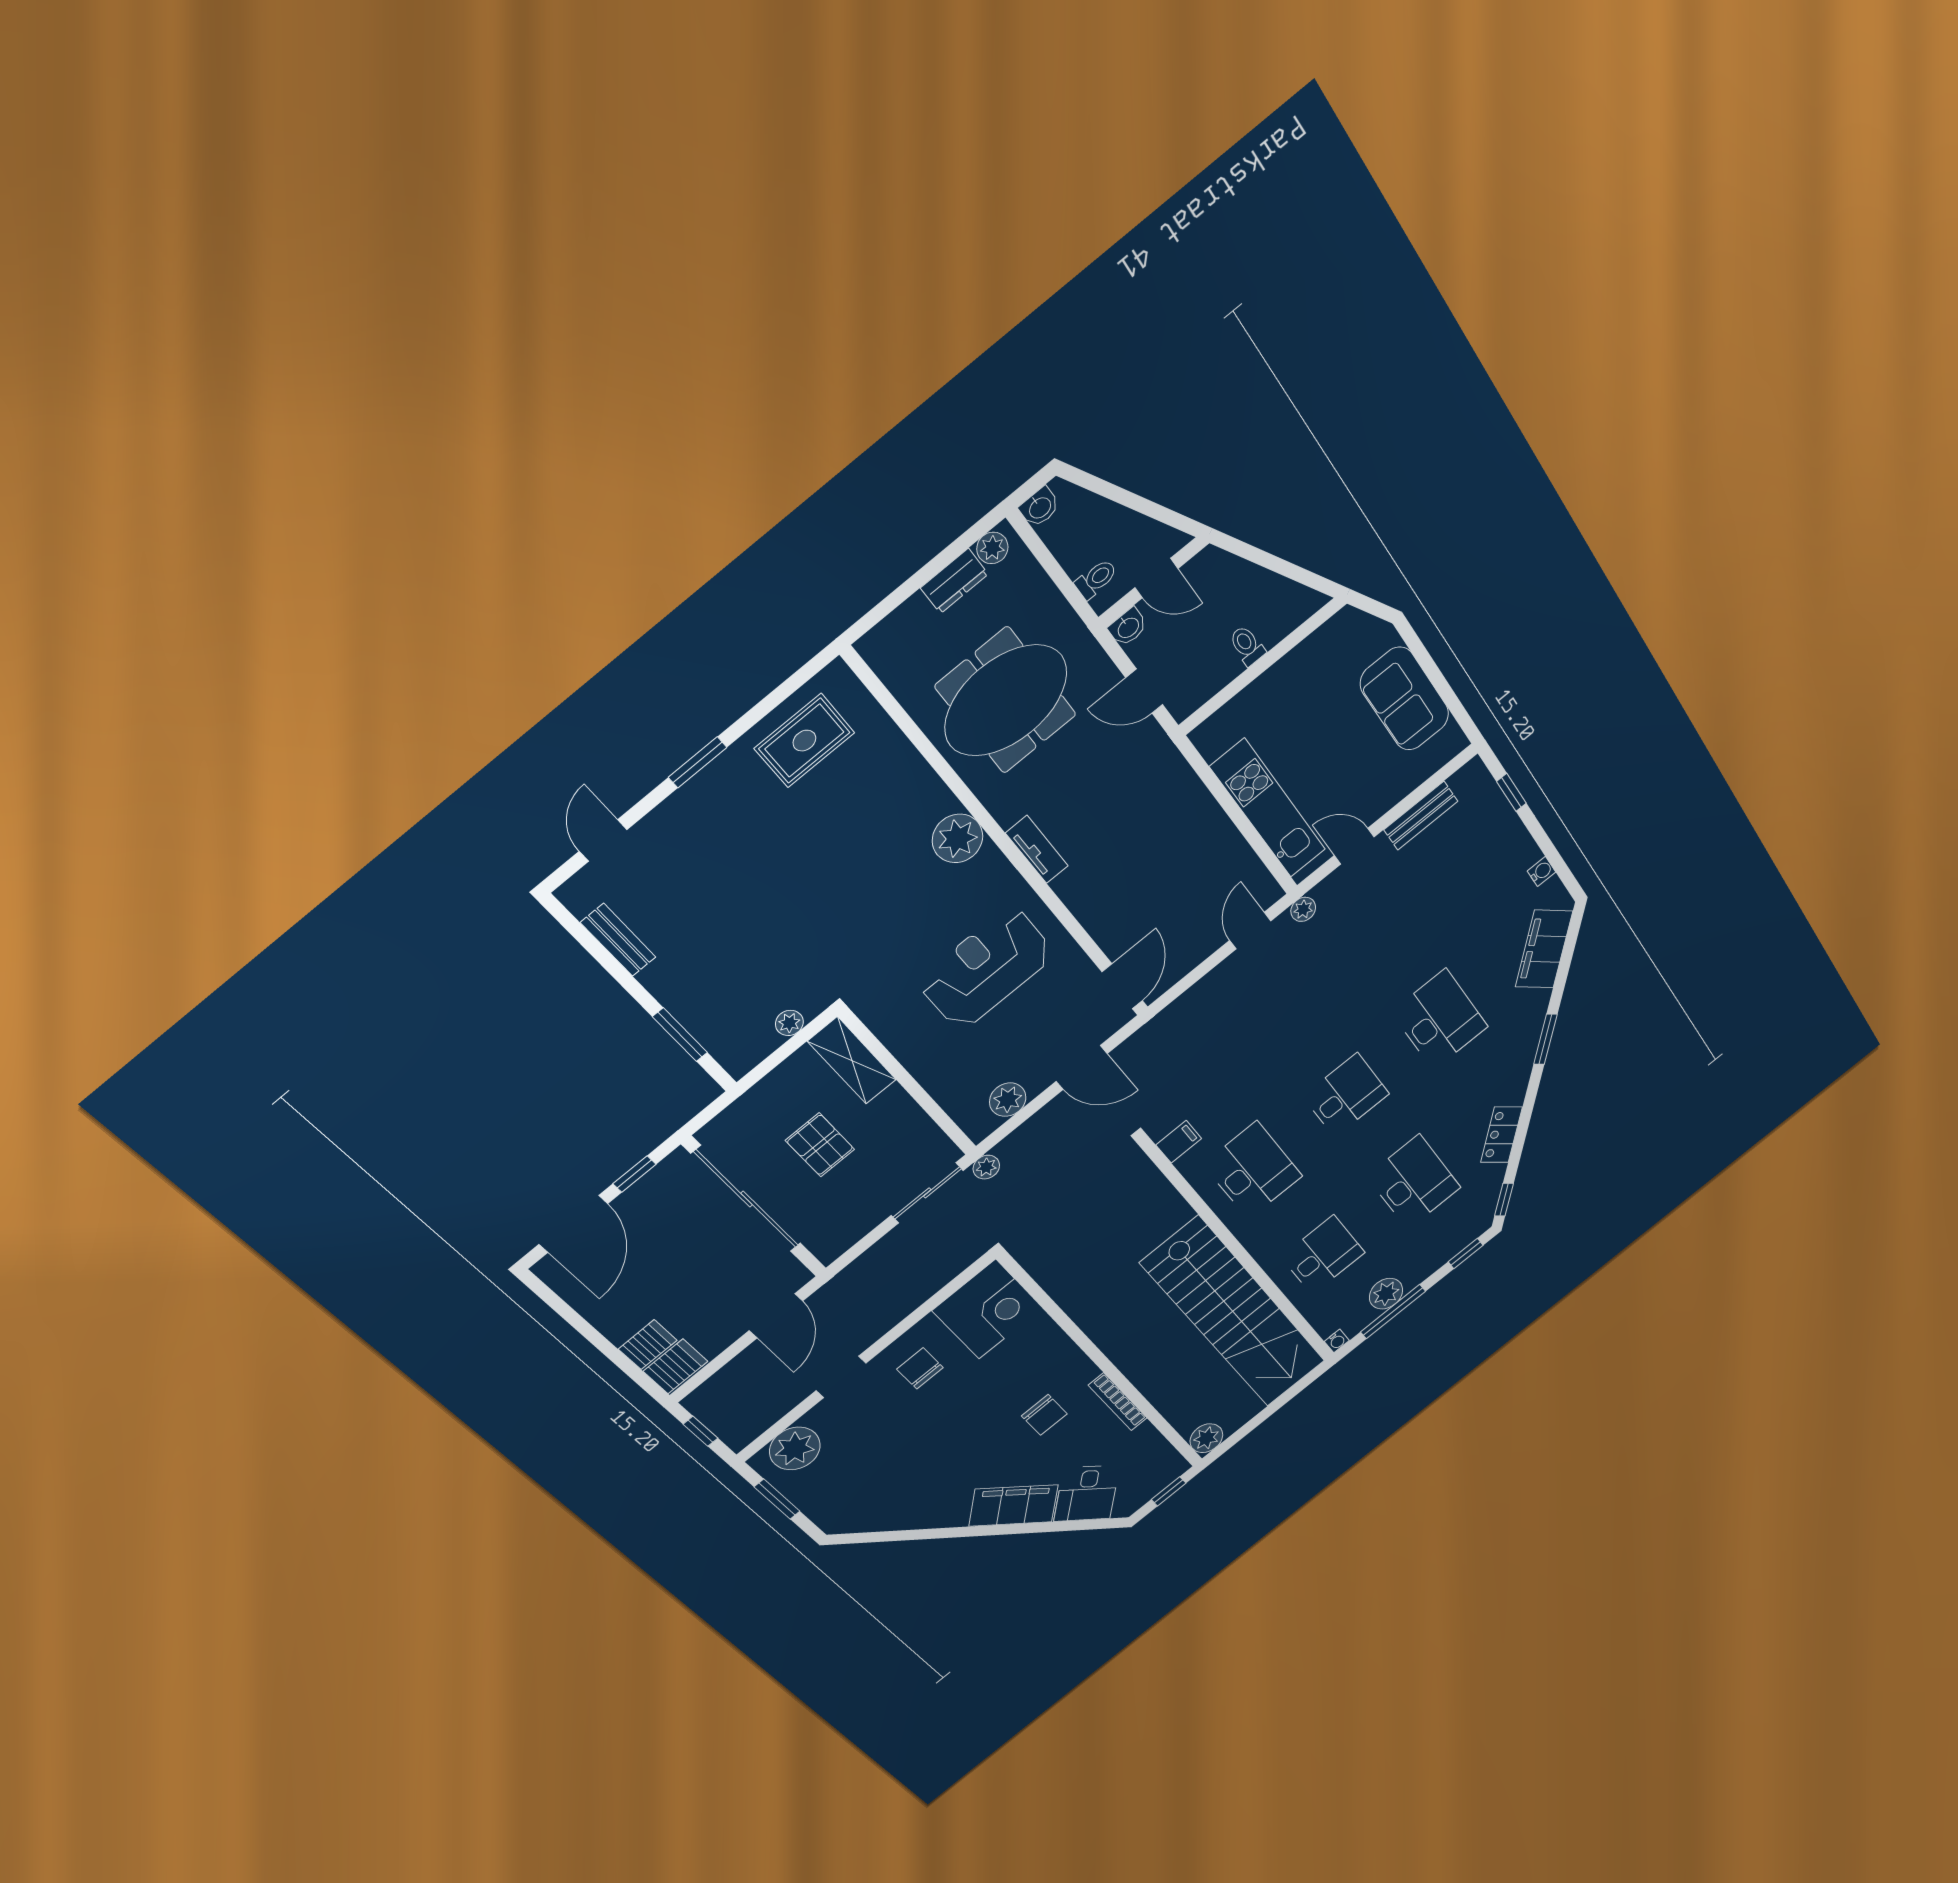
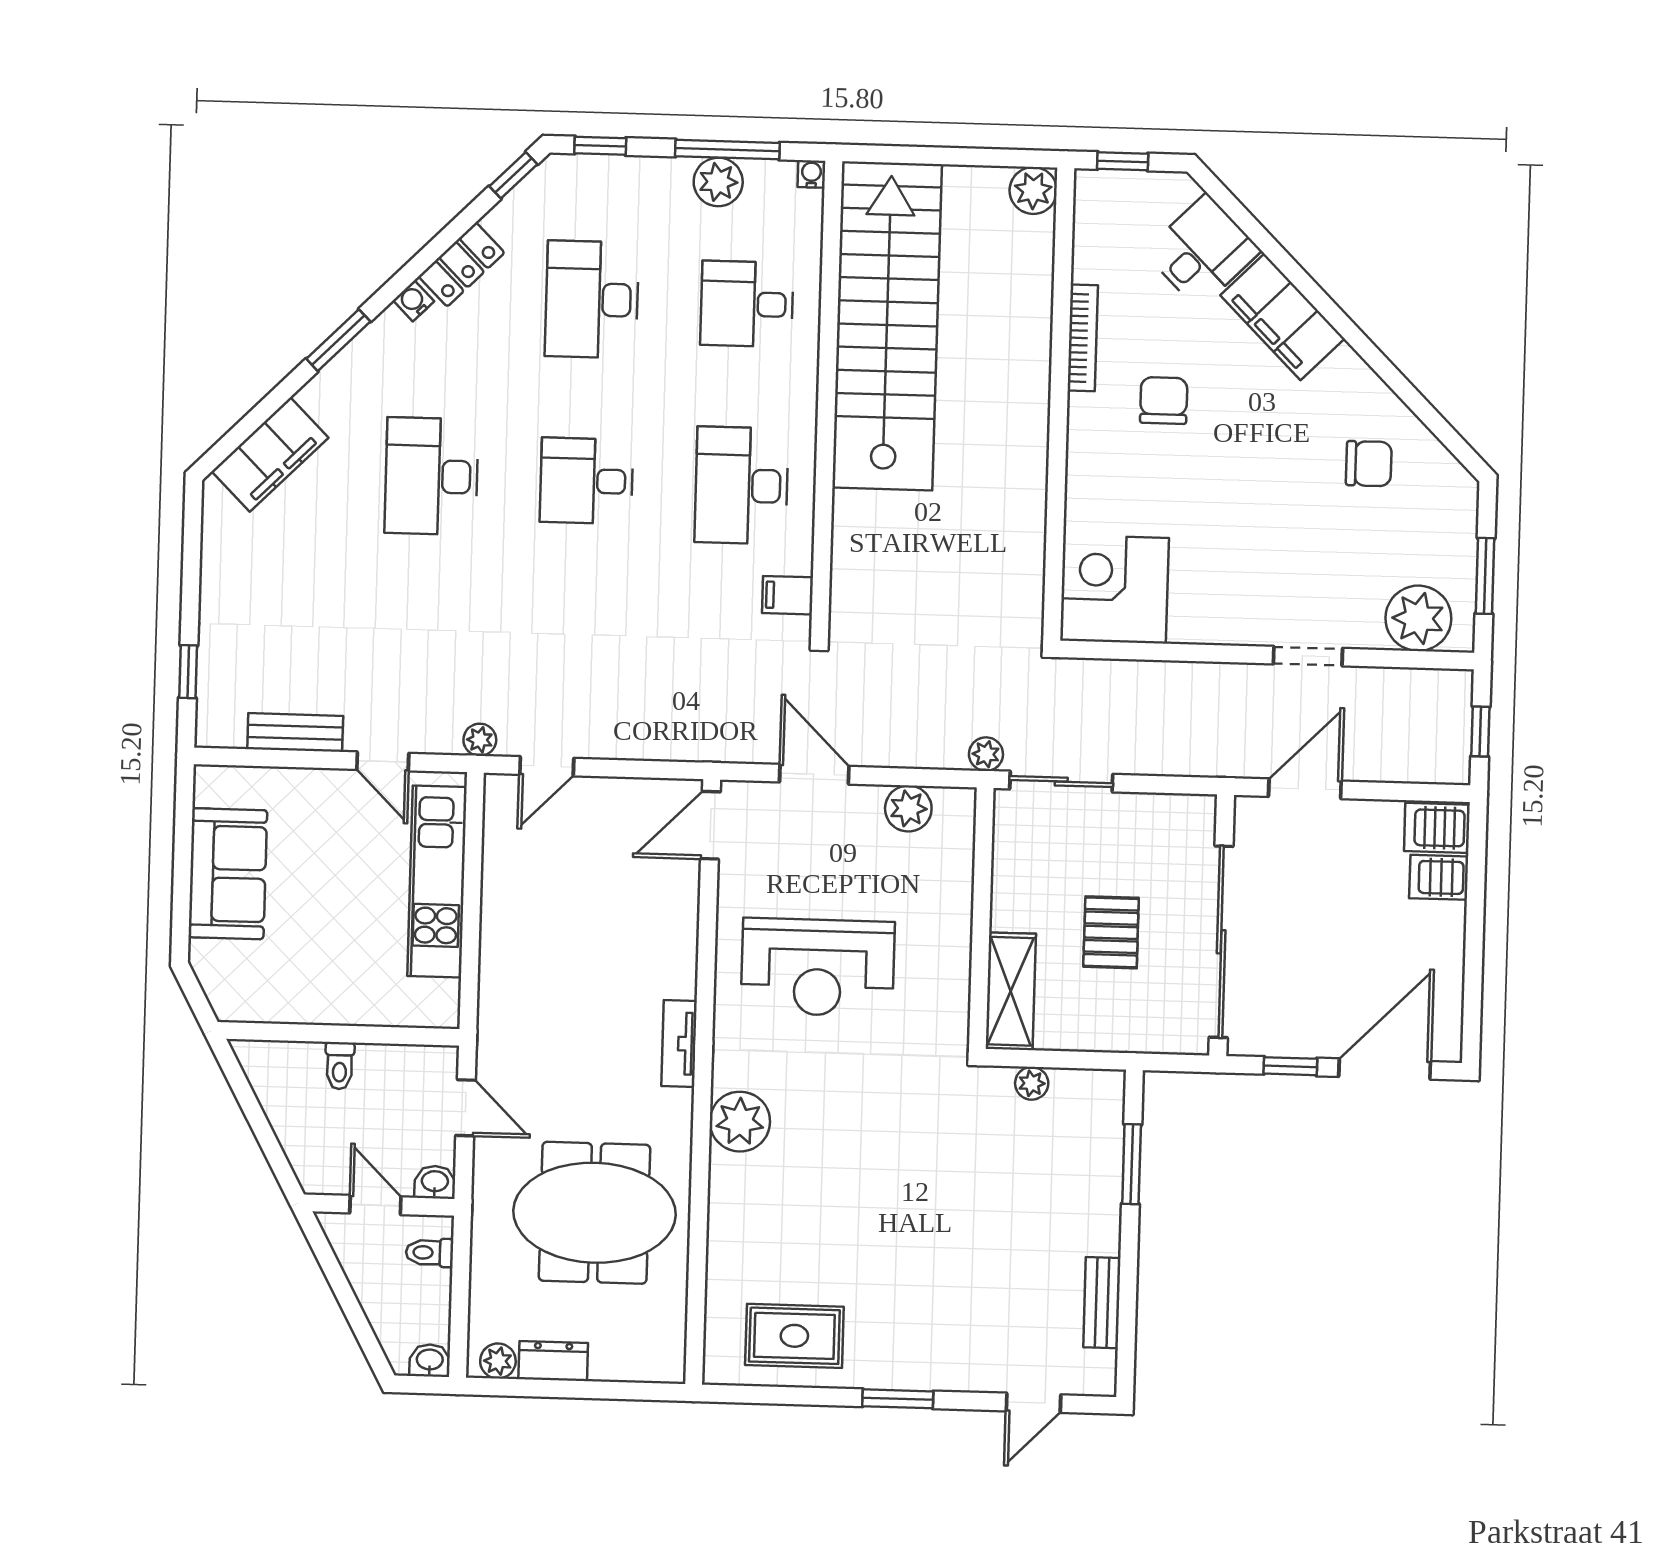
water cooler: (1542, 872) -> (414, 301), moved, turned 45
chair: (920, 1368) -> (1369, 464), moved, turned -90

